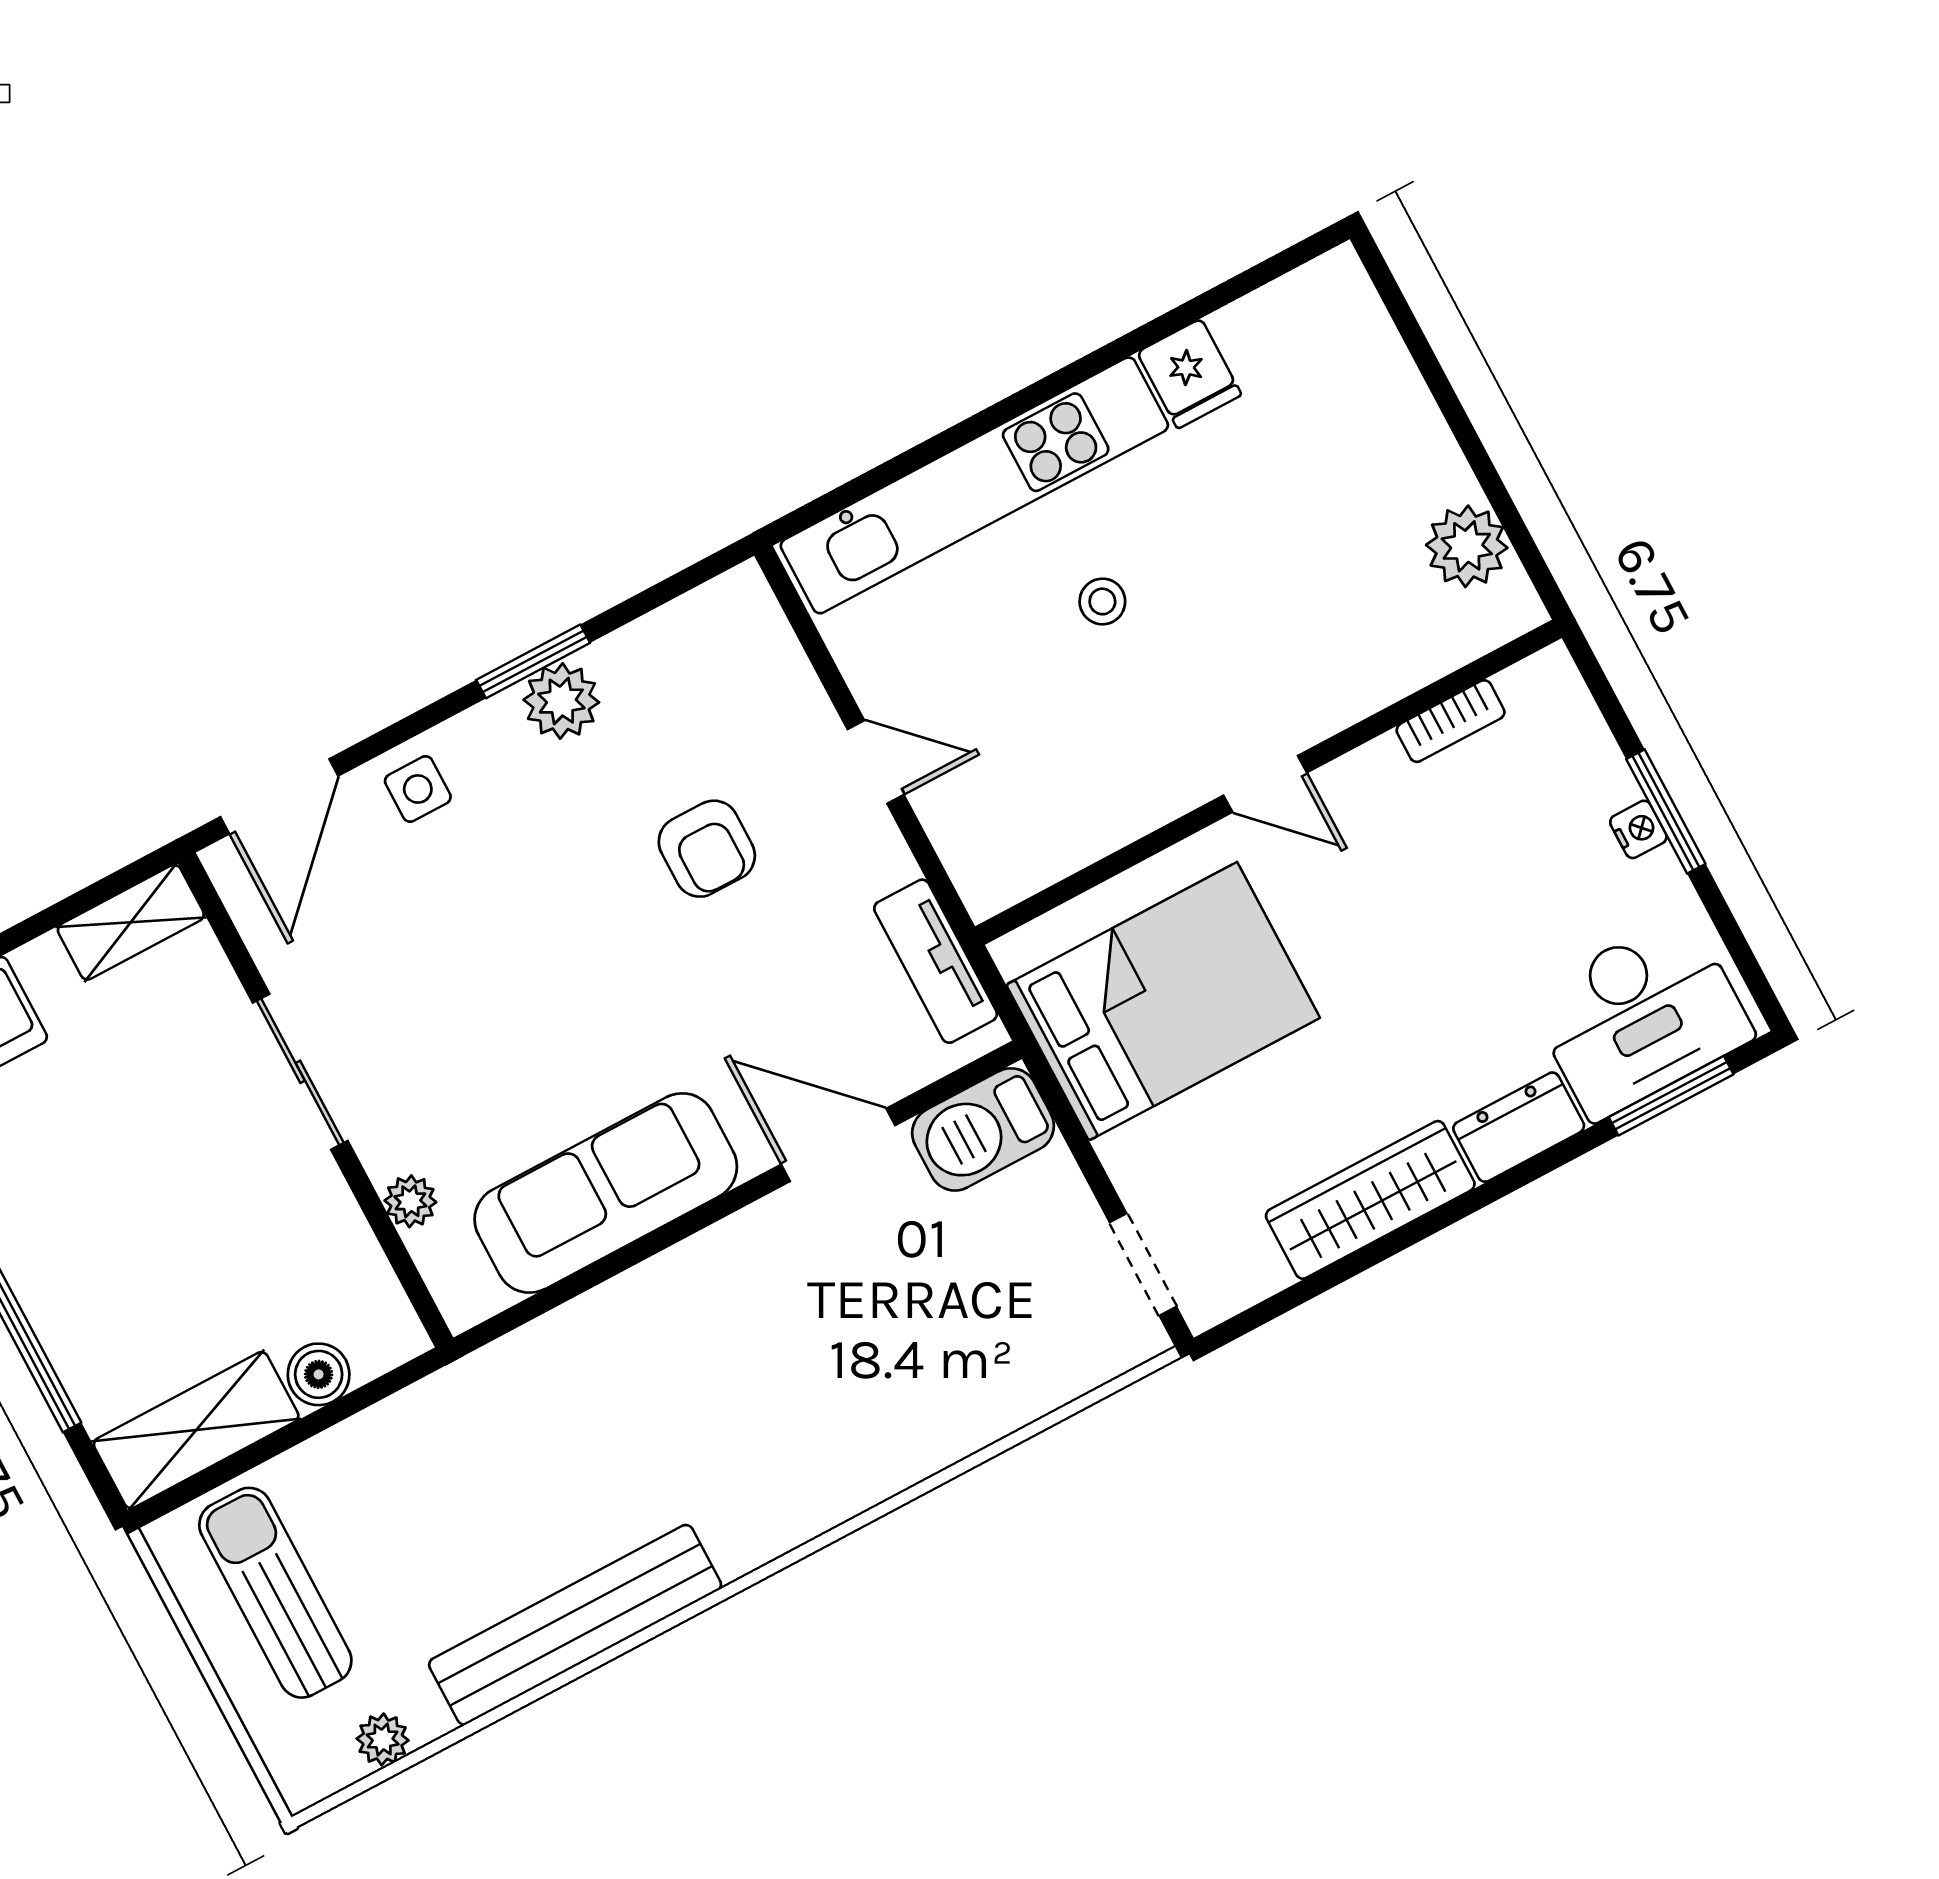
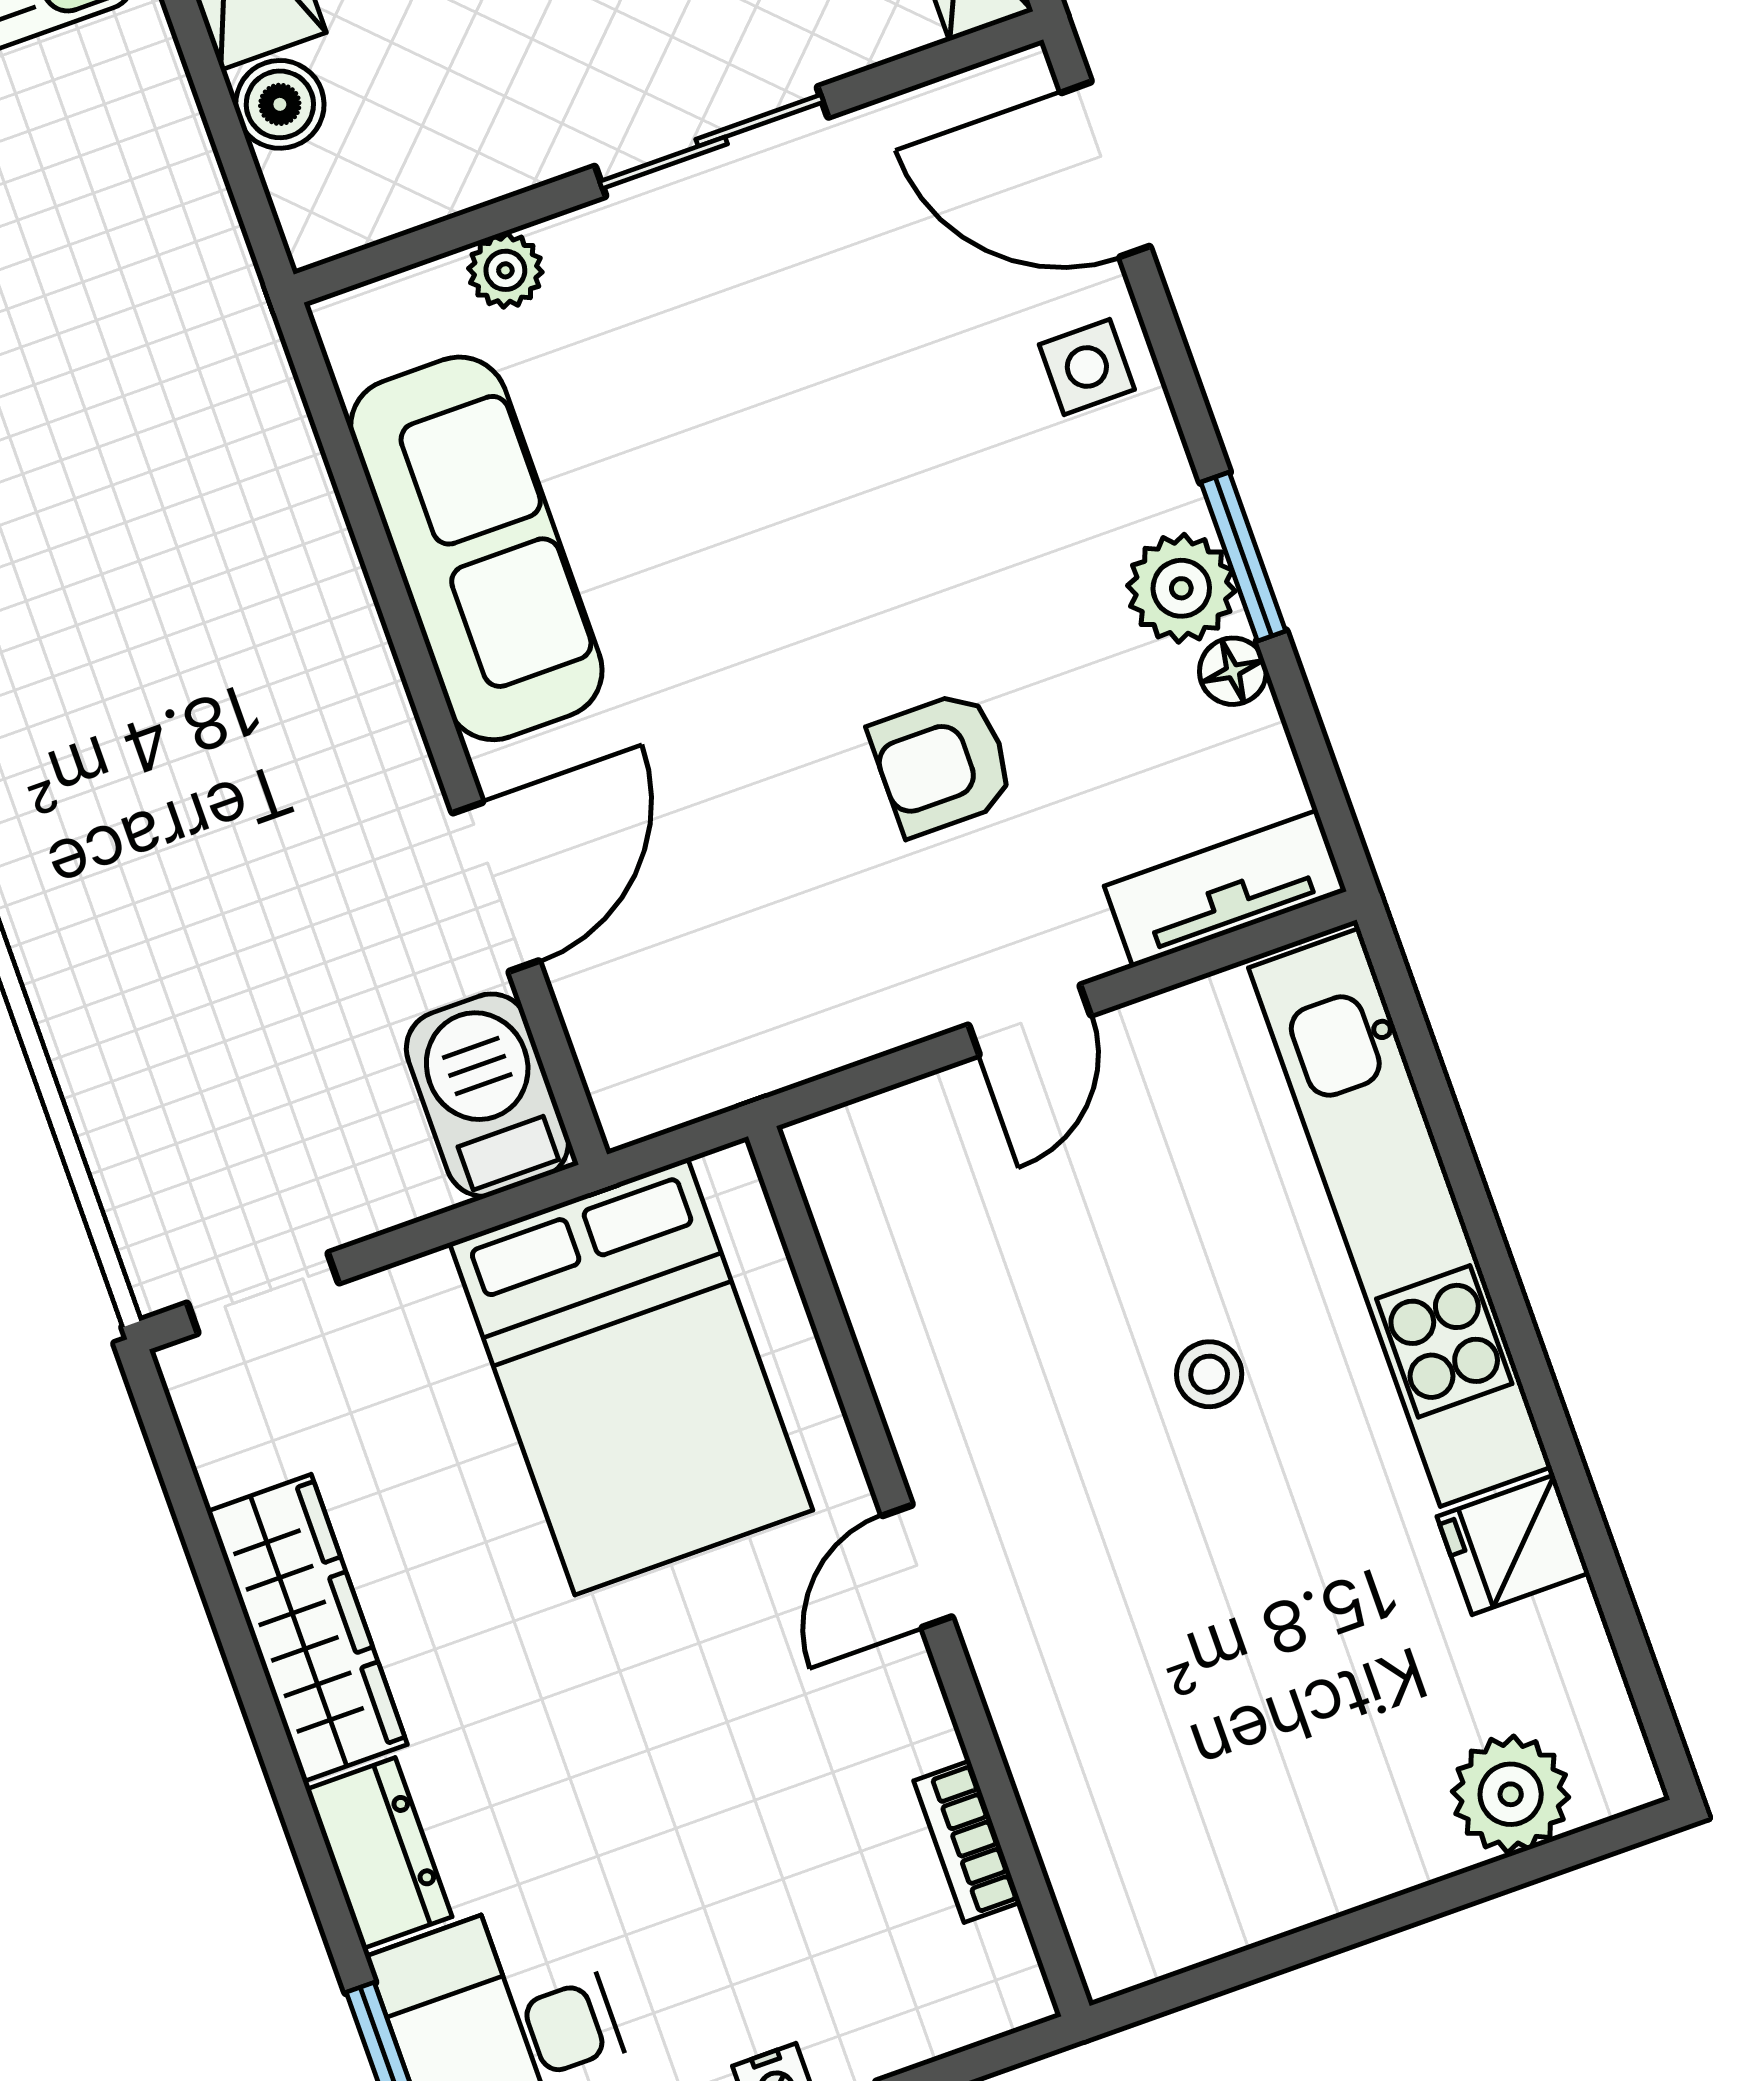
plant: (1467, 546) -> (1511, 1794), moved
floor lamp: (613, 657) -> (1233, 671), added
tv unit: (936, 961) -> (1225, 889), moved

